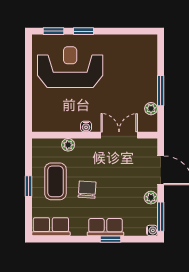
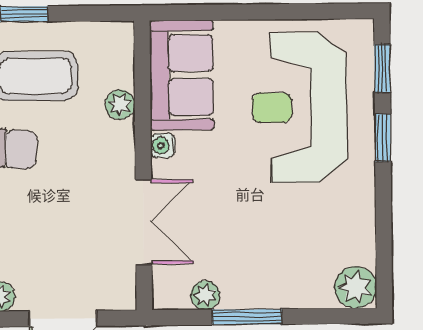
plant: (148, 44) -> (356, 287), added
reception desk: (70, 67) -> (299, 108), turned 180
sofa: (56, 118) -> (182, 75), added

